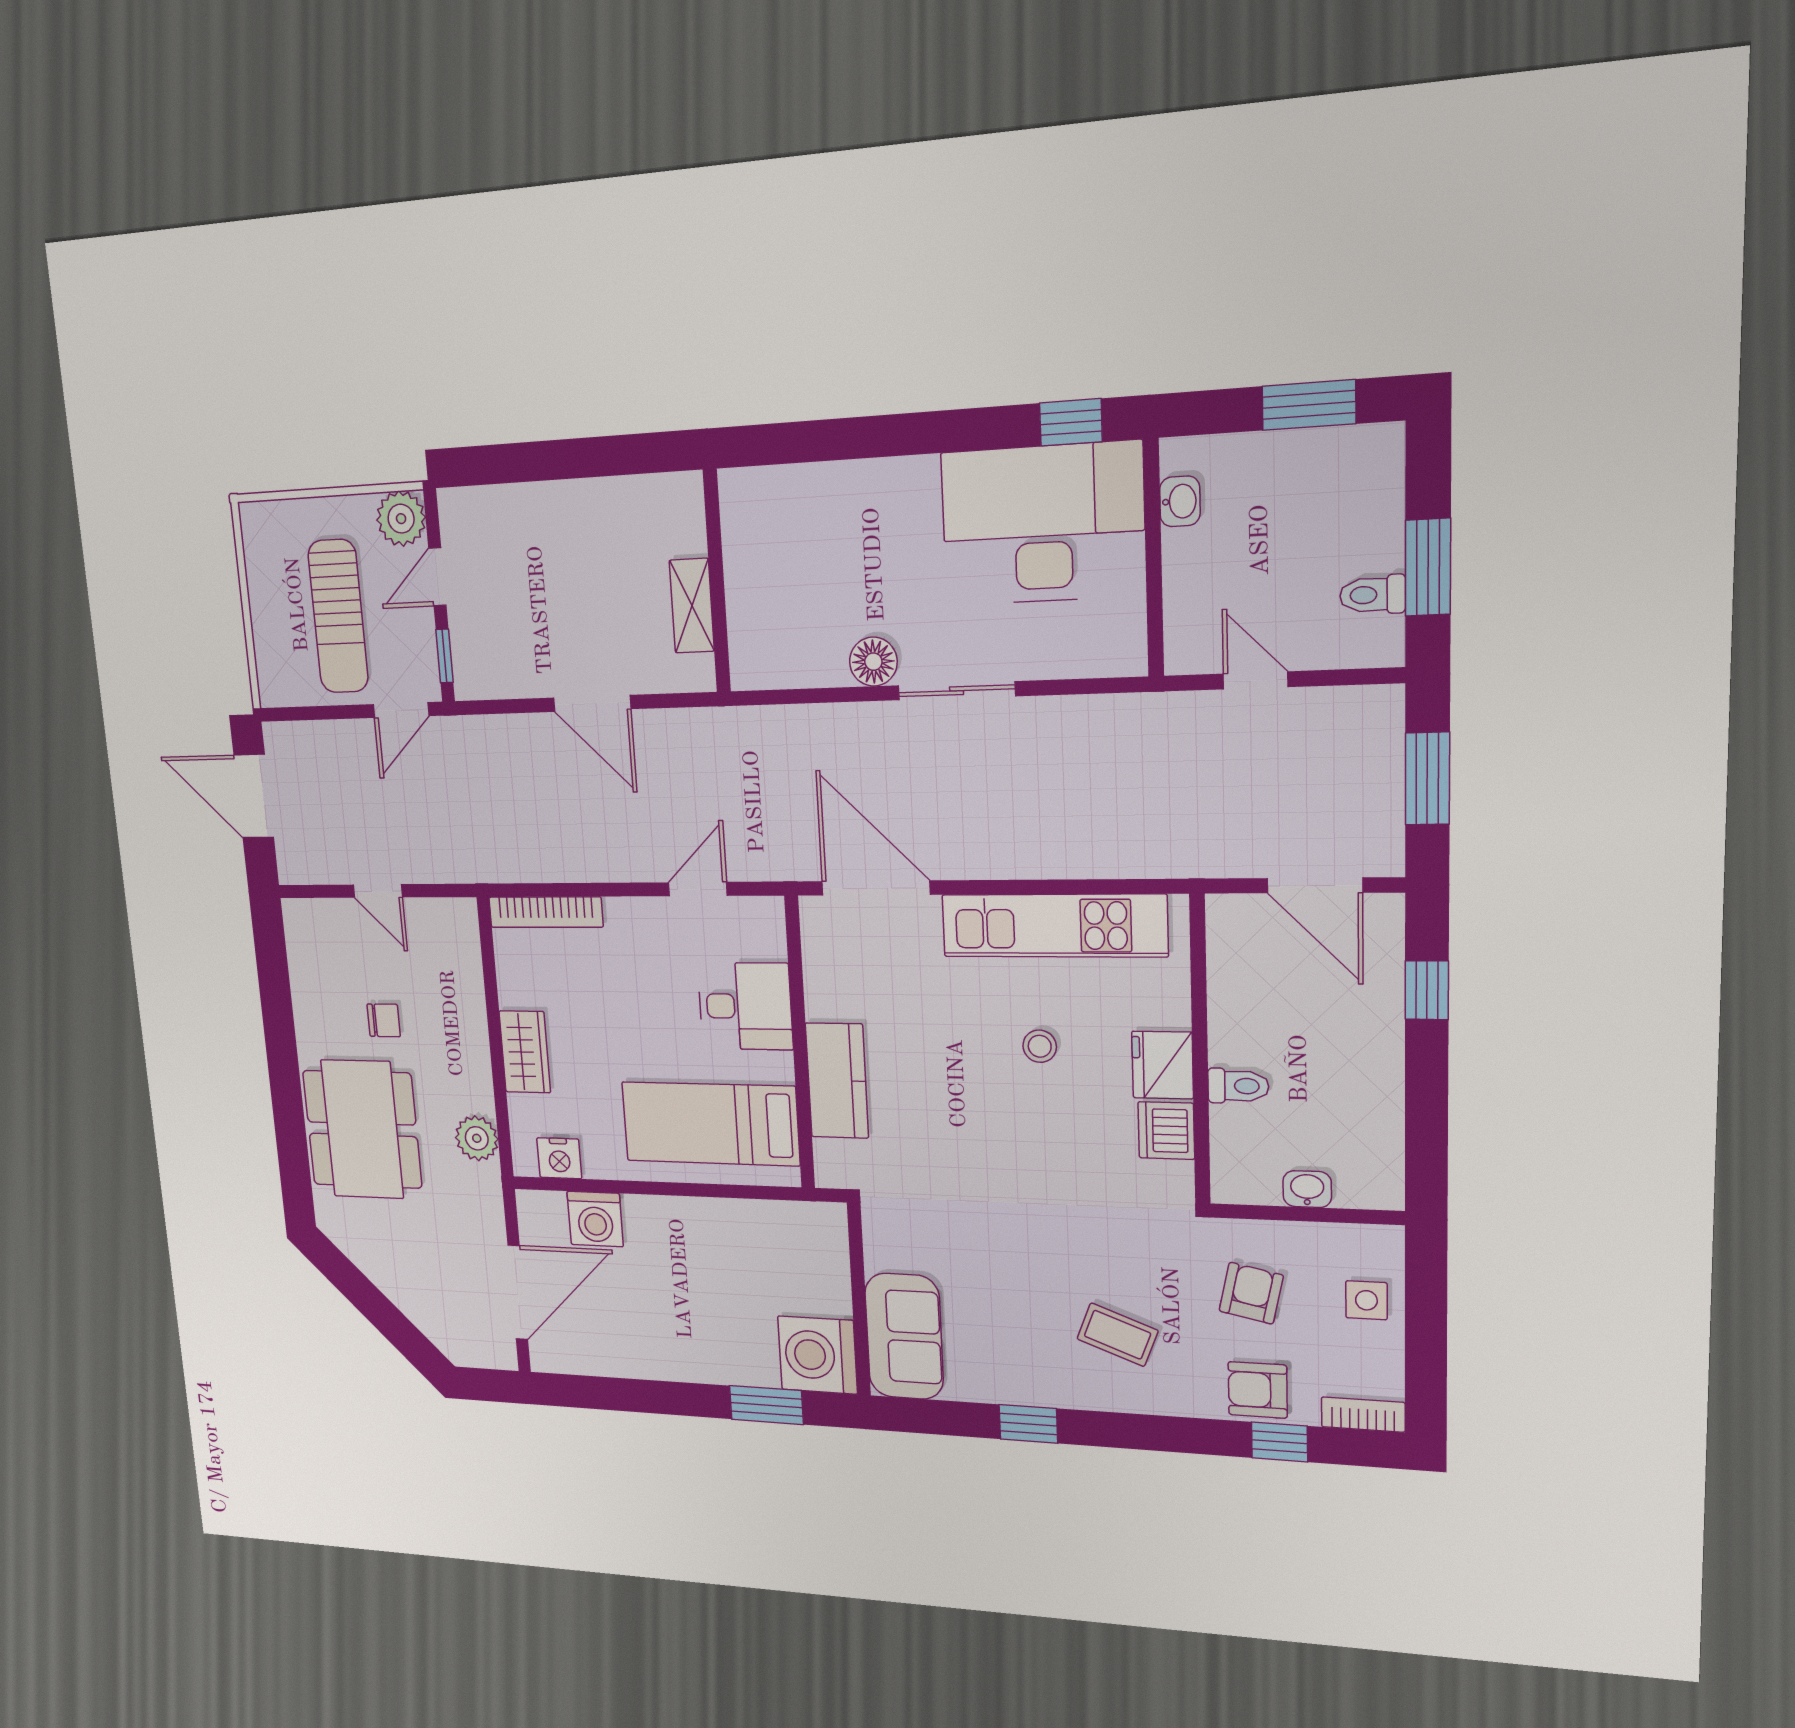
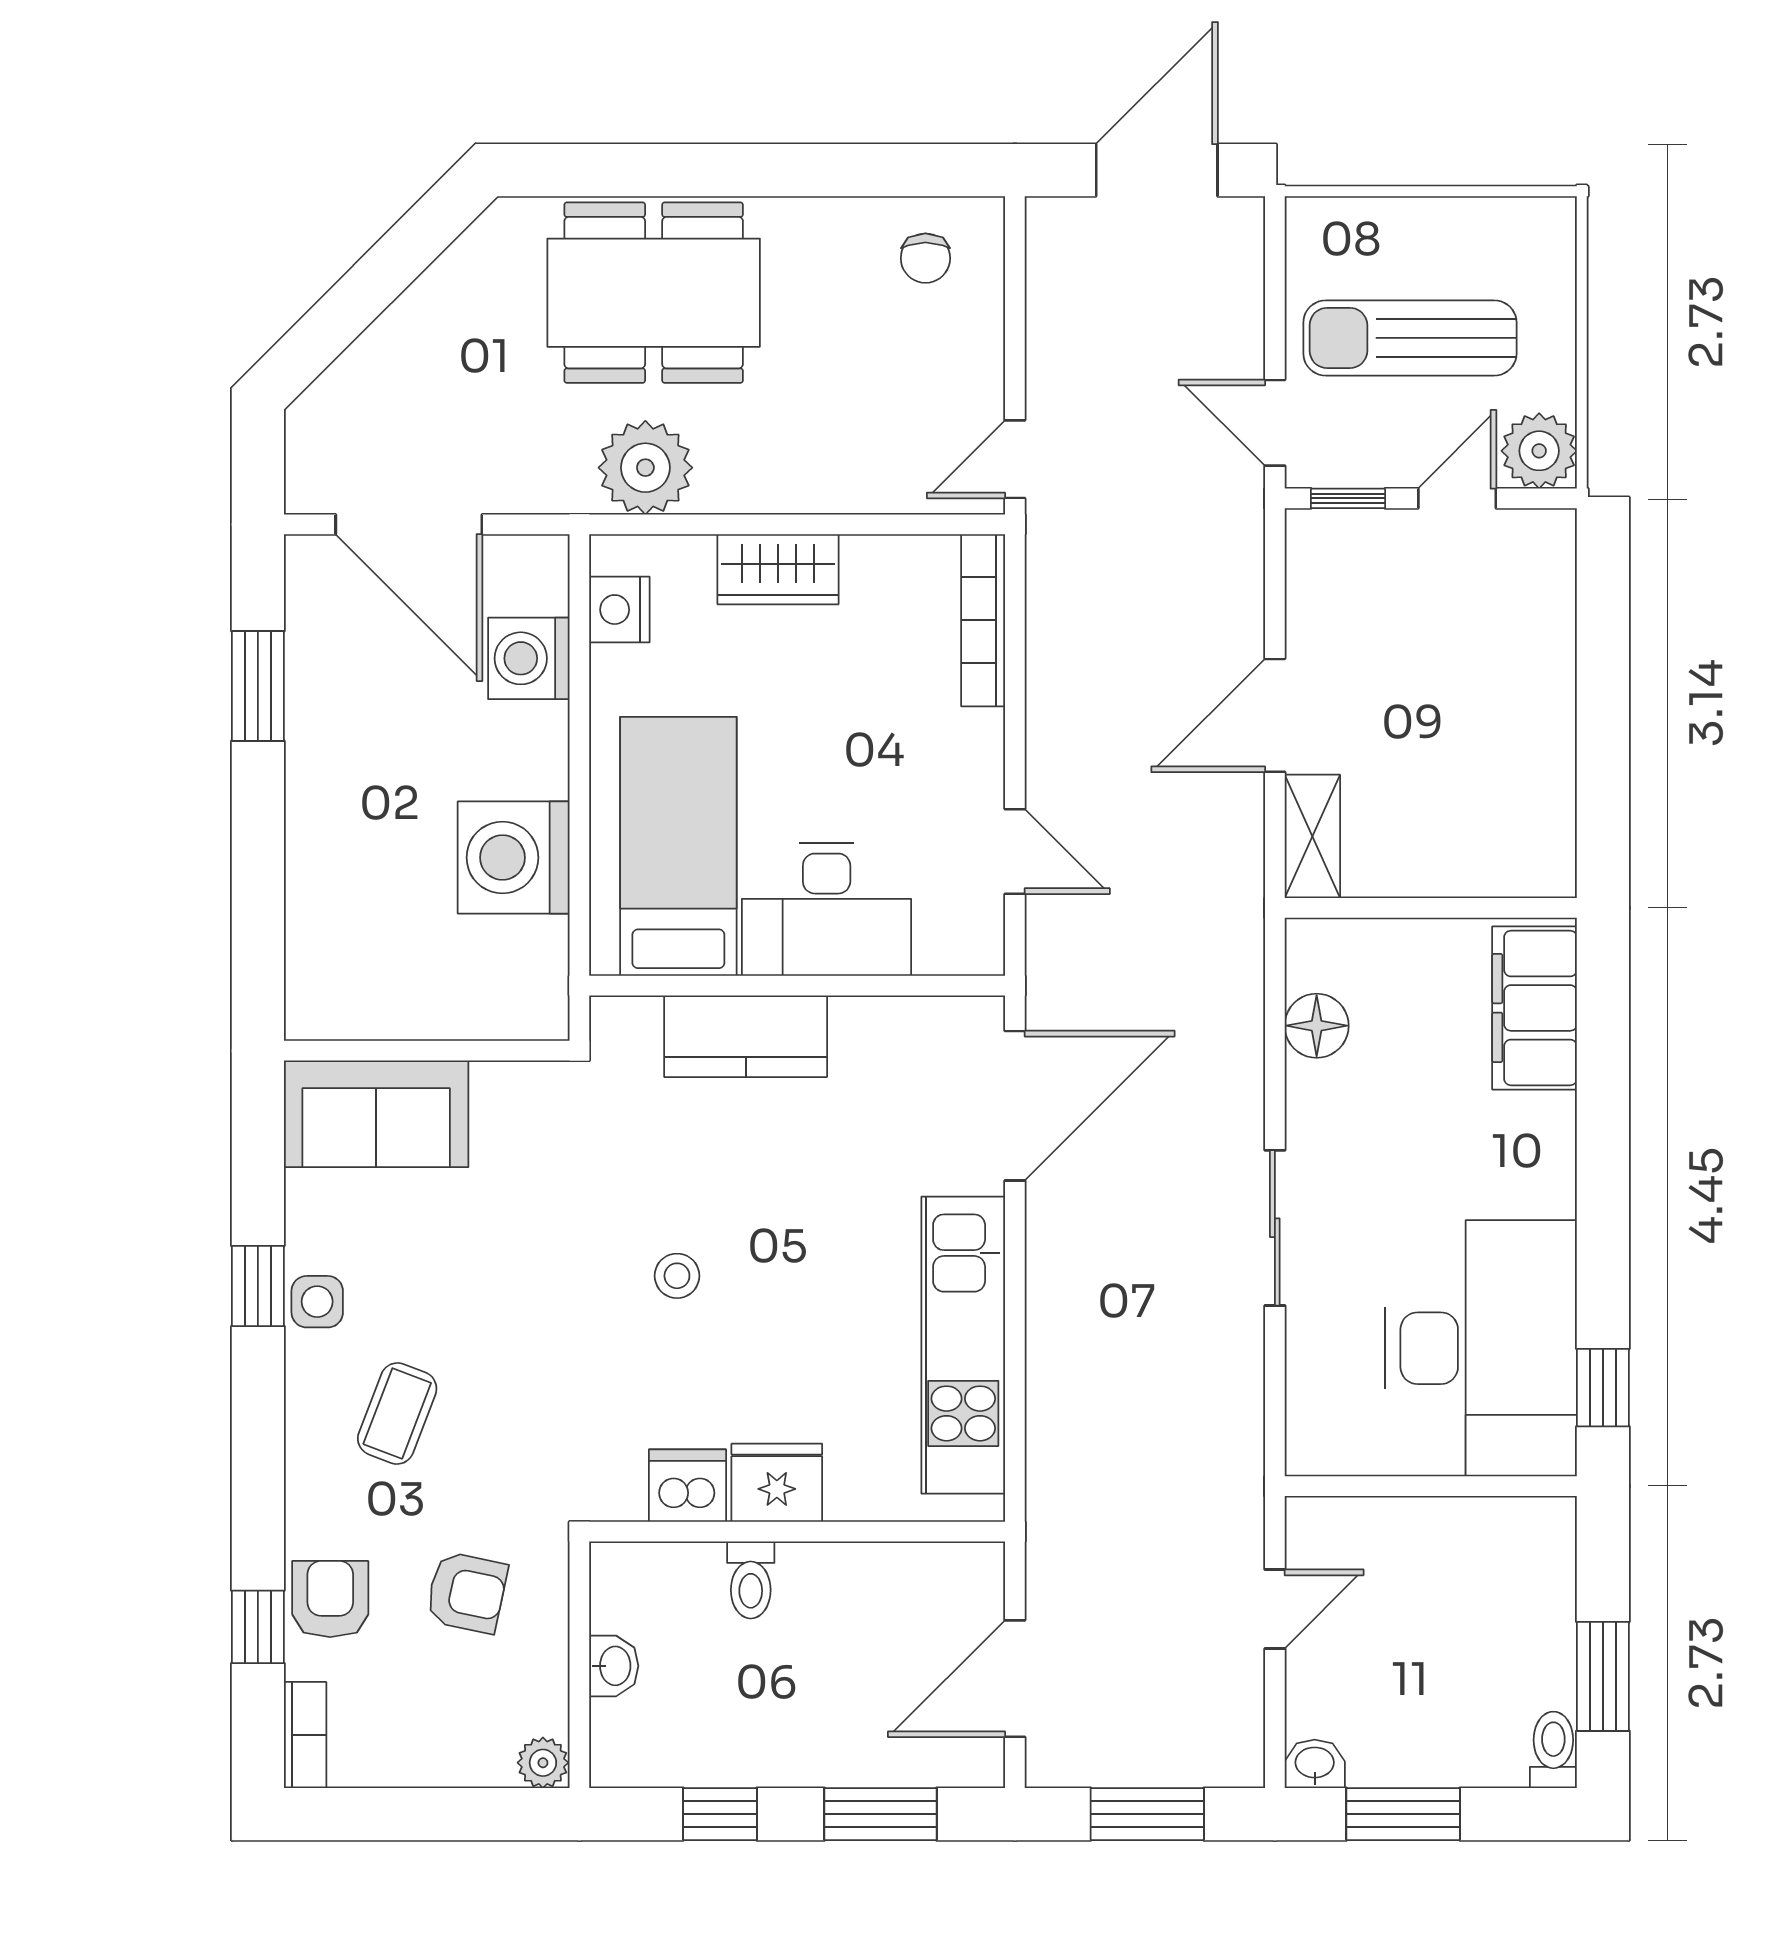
filing cabinet: (784, 497) -> (1535, 1008), added
washbasin: (1180, 501) -> (1315, 1764), moved, turned 180
door: (437, 577) -> (1457, 498), hinge flipped
toilet: (1373, 595) -> (1553, 1750), moved
shelving: (692, 606) -> (1312, 836), moved, turned 90
floor lamp: (873, 662) -> (1317, 1026), moved
door: (378, 891) -> (1015, 459), moved
window: (1427, 990) -> (881, 1814), width x1.50
desk: (745, 1006) -> (827, 909), width x1.37
chair: (384, 1020) -> (925, 258), moved
stool: (1040, 1046) -> (677, 1276), moved
window: (1426, 1113) -> (720, 1814), added
plant: (477, 1138) -> (645, 468), width x1.36, depth x1.36
plant: (1385, 1244) -> (543, 1763), added
side table: (1366, 1300) -> (317, 1302), moved
washing machine: (818, 1355) -> (514, 858), moved, turned -90
window: (766, 1405) -> (258, 686), moved

